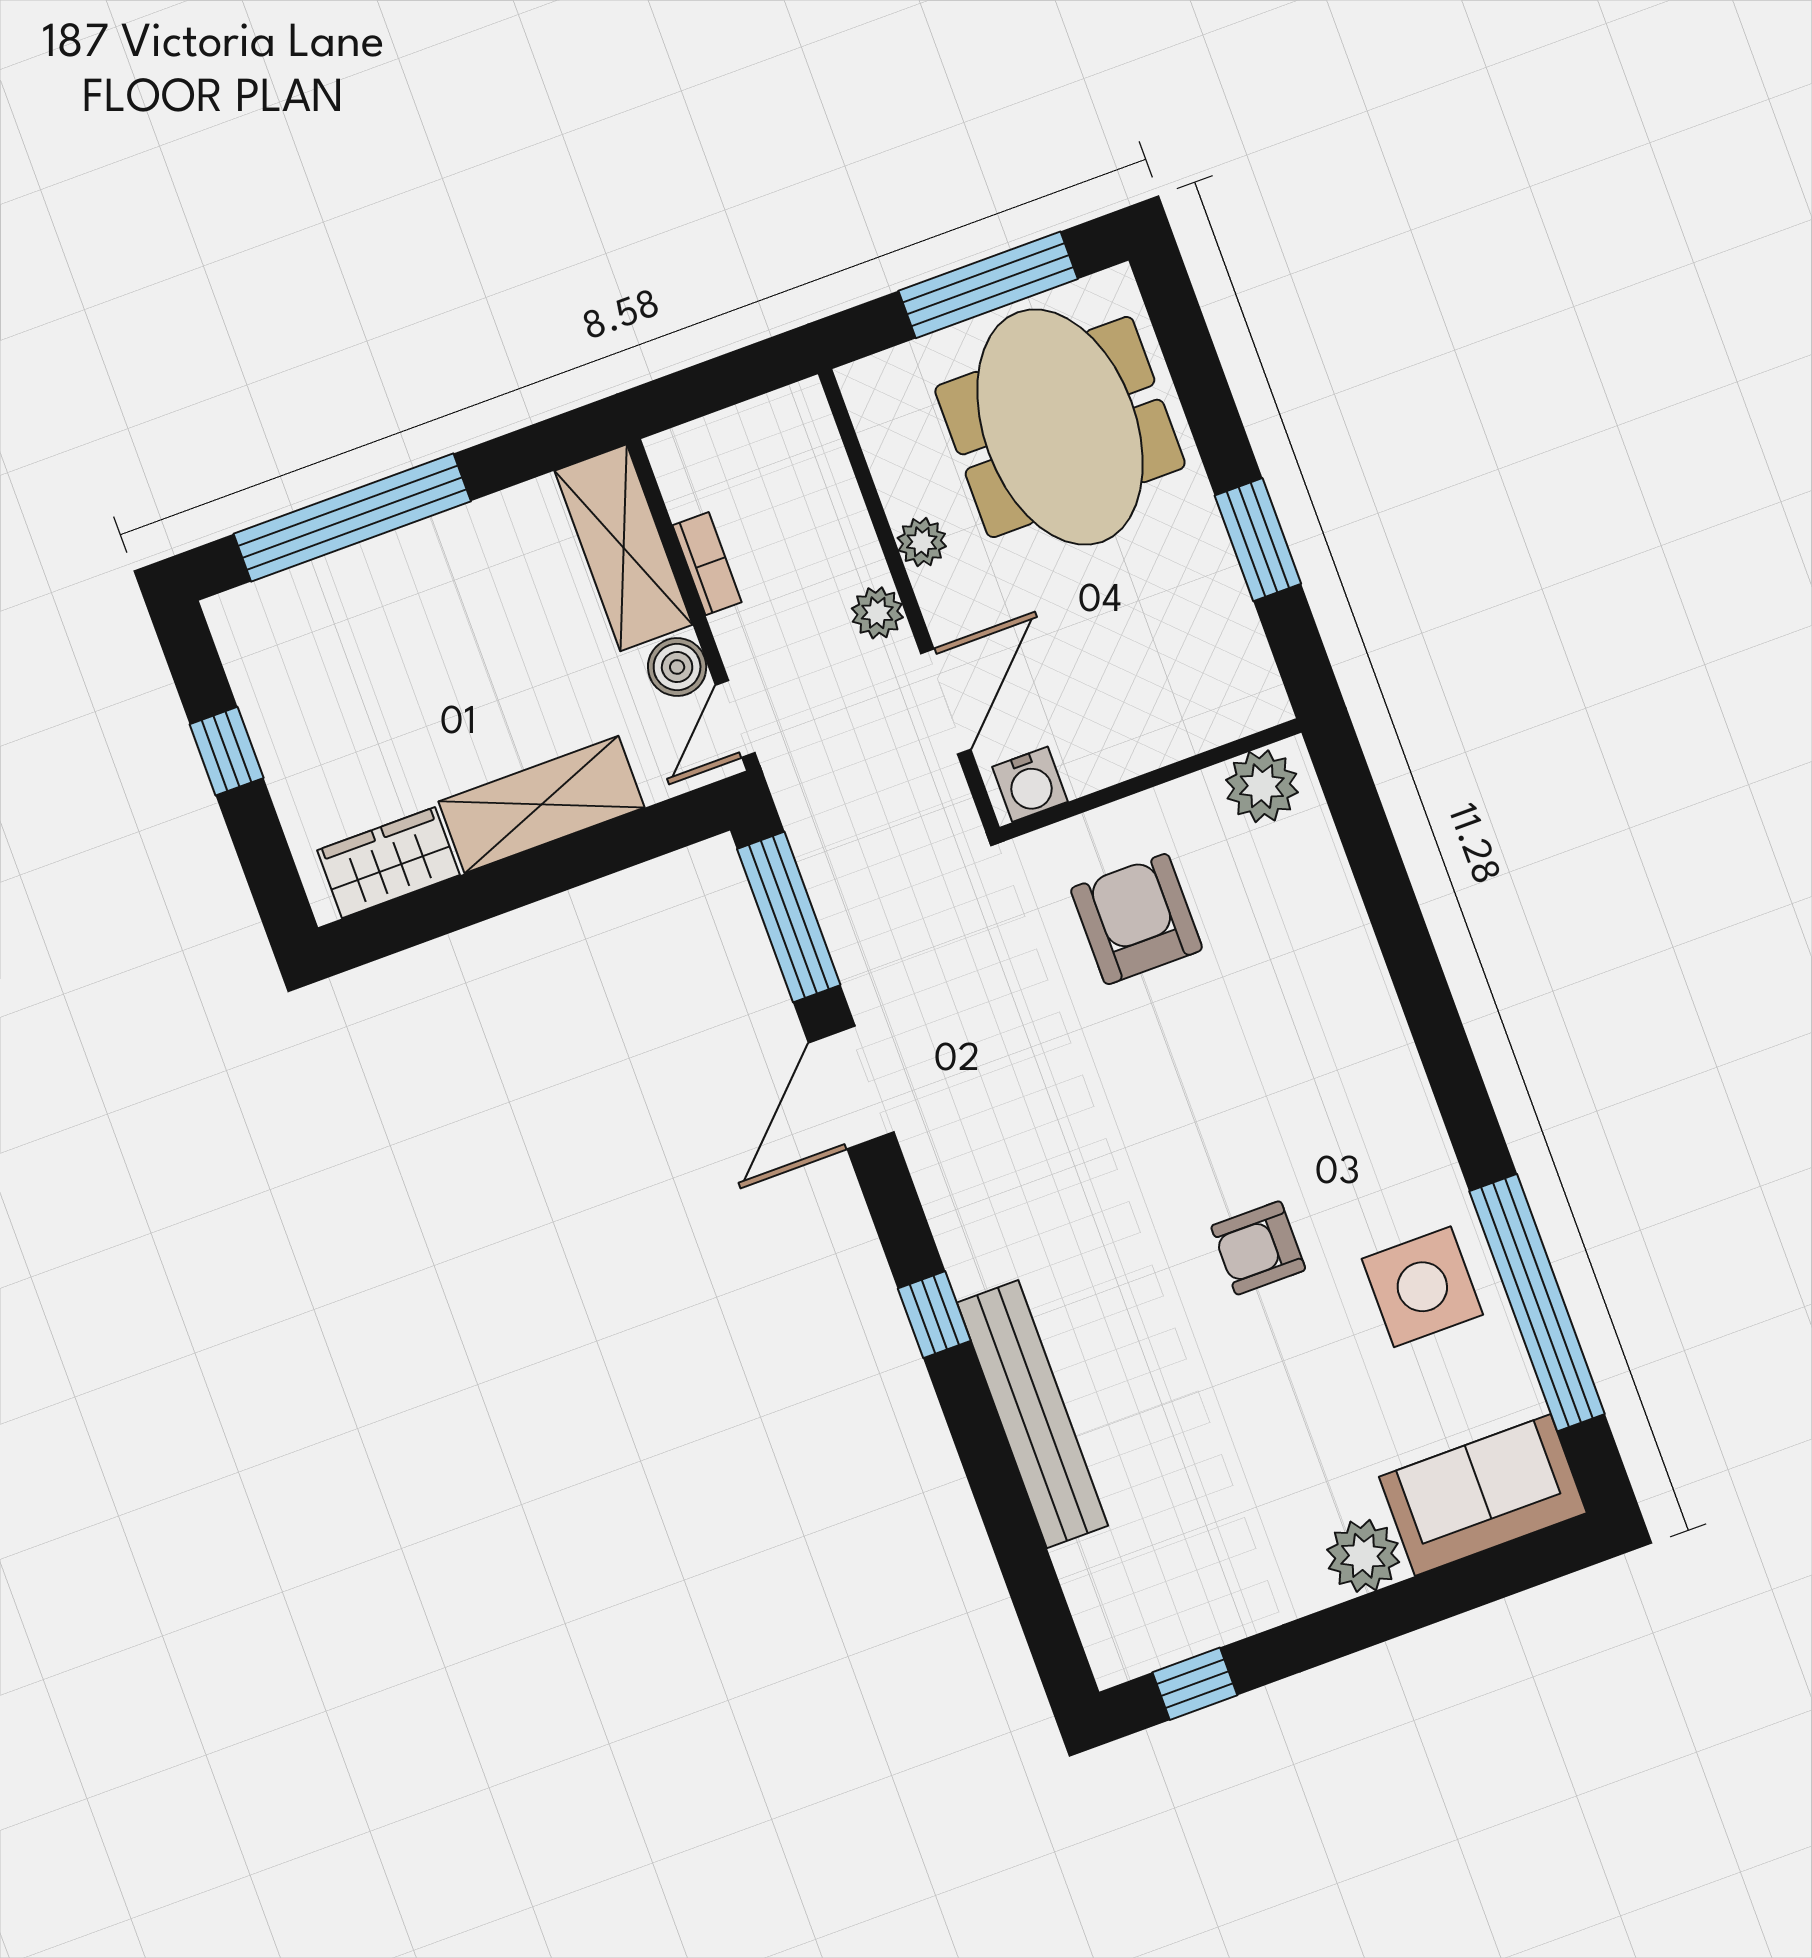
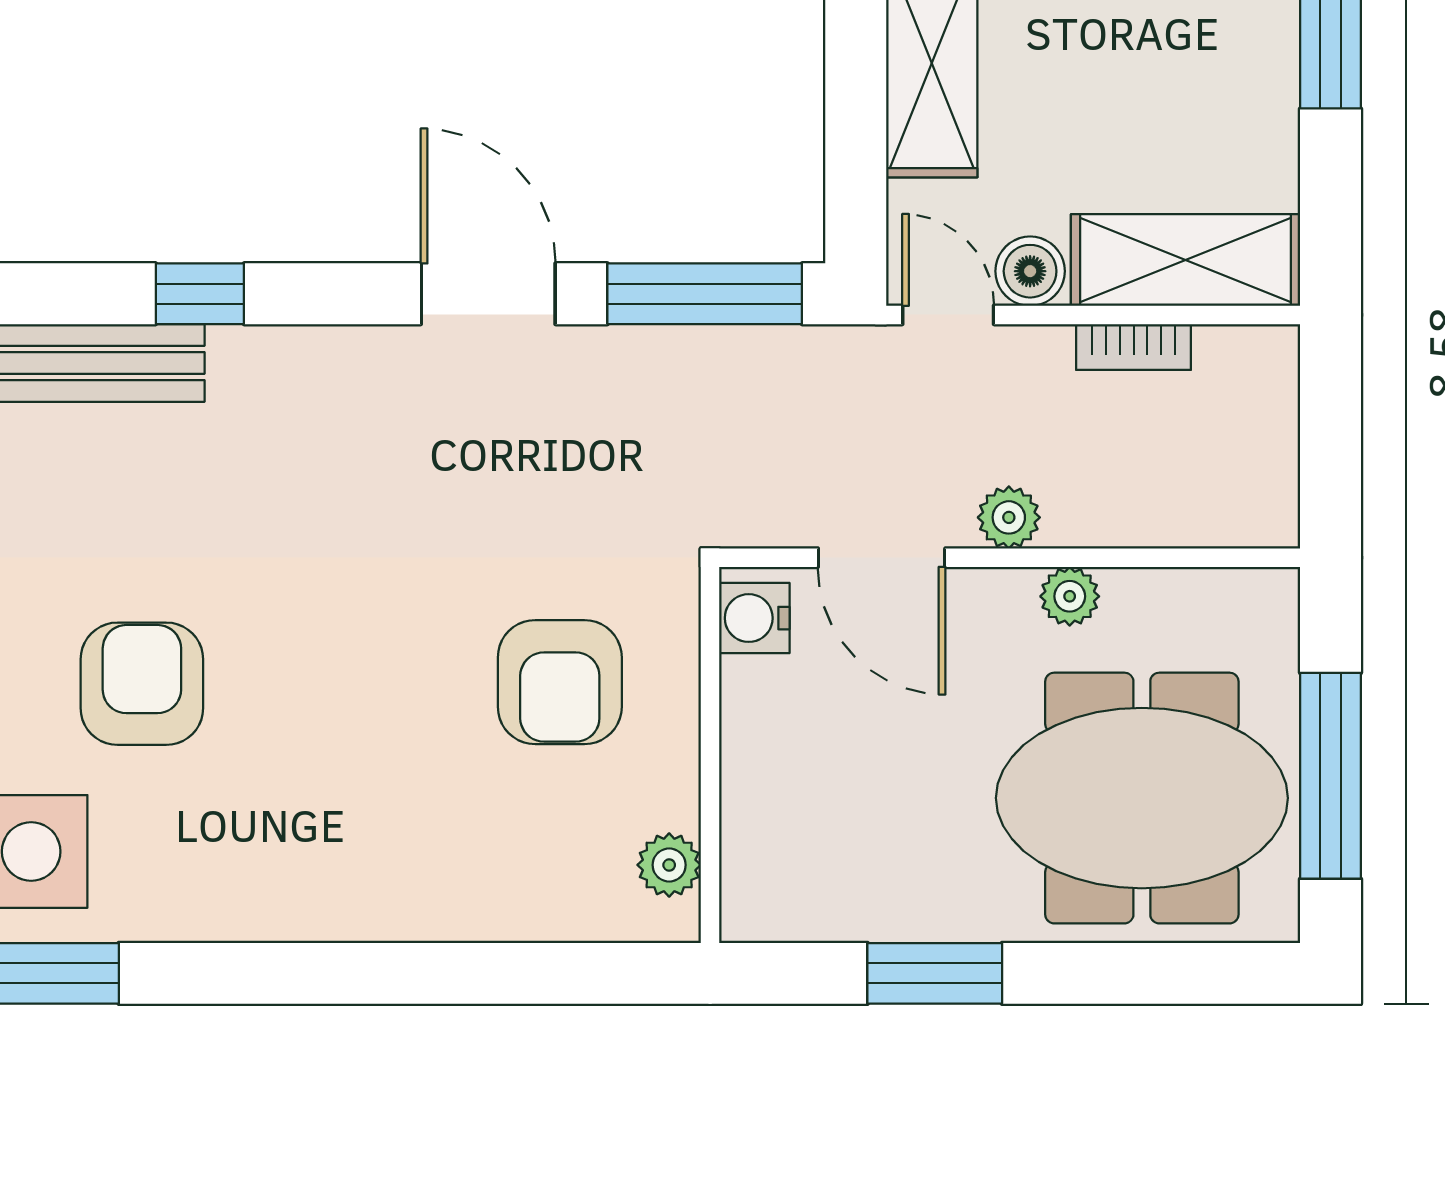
plant: (1262, 786) -> (669, 865), width x0.73, depth x0.73
armchair: (1136, 919) -> (560, 682), turned 90
armchair: (1258, 1248) -> (142, 684), width x1.38, depth x1.38

